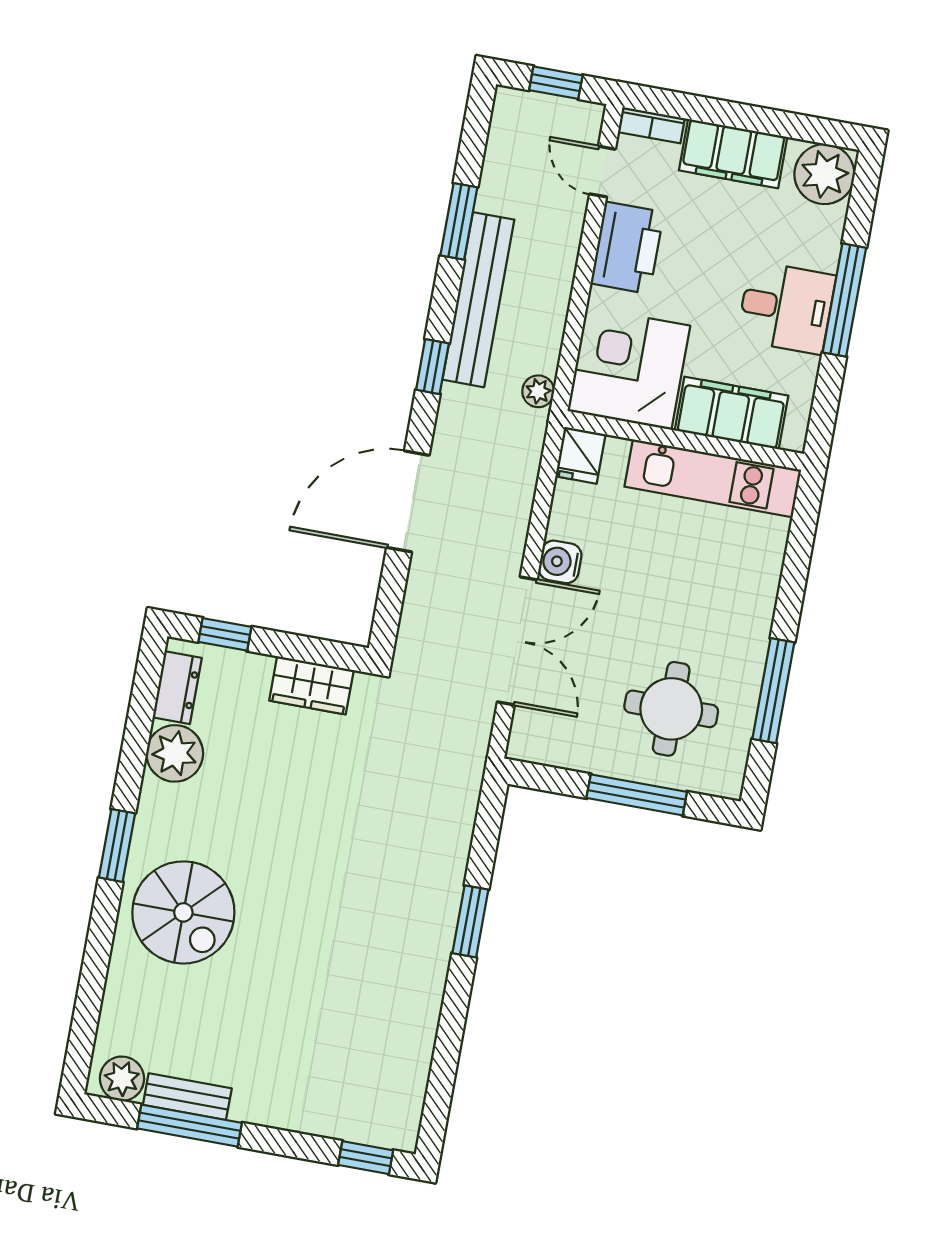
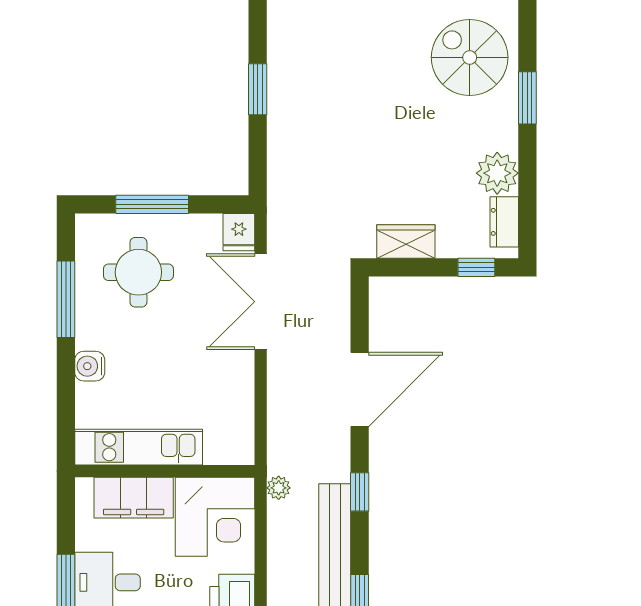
fridge: (581, 455) -> (239, 232), moved, turned 180
water cooler: (560, 562) -> (90, 366), moved, turned 180

